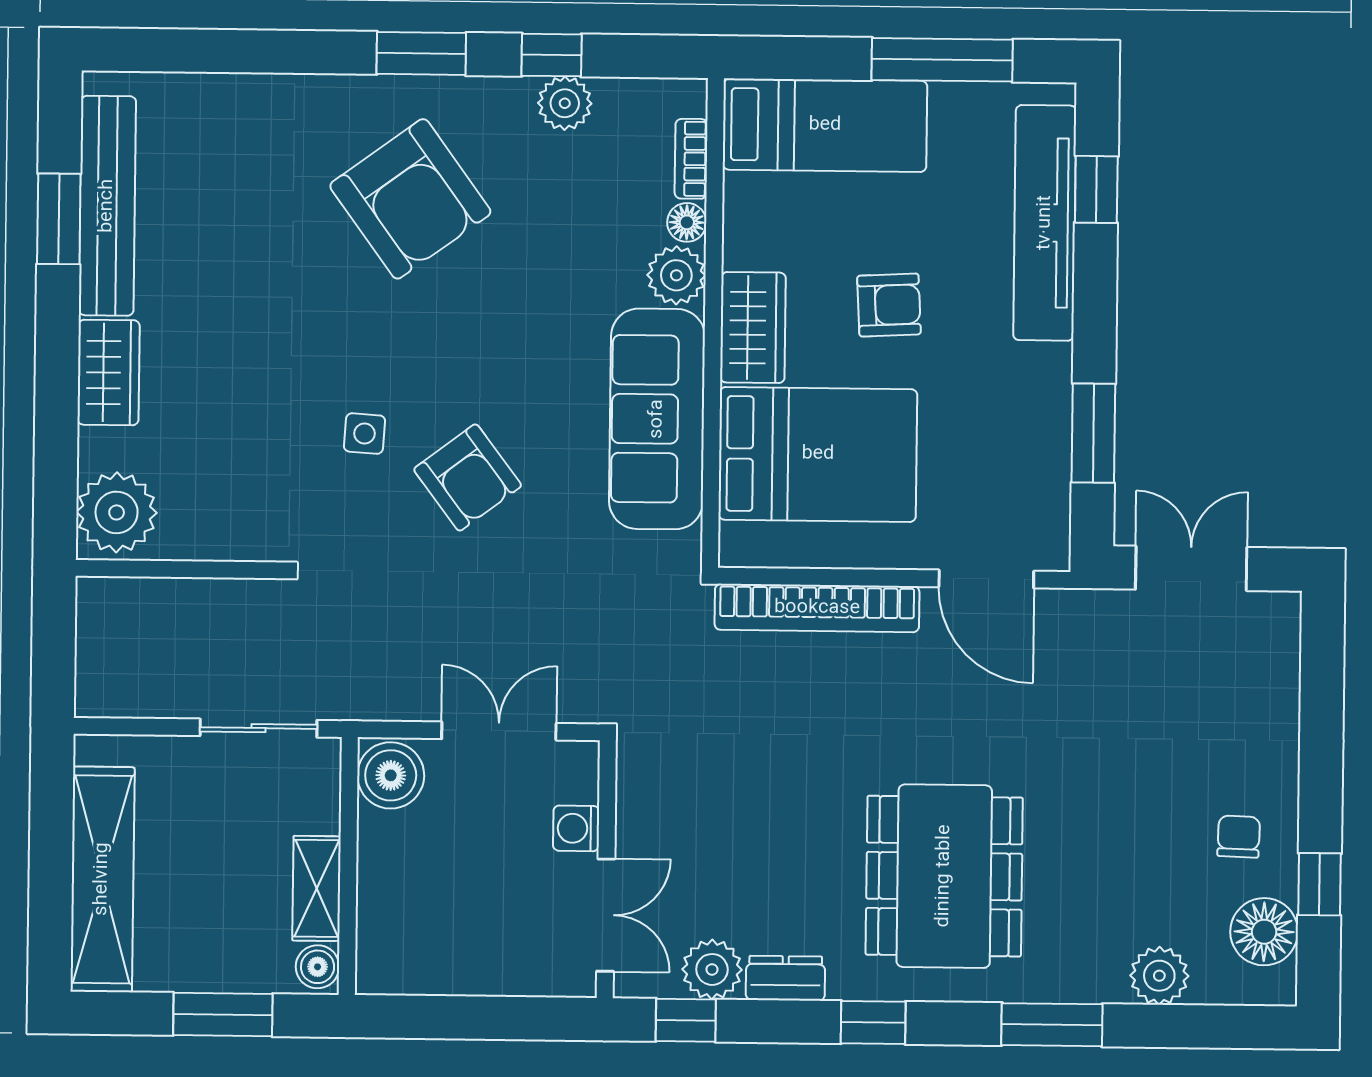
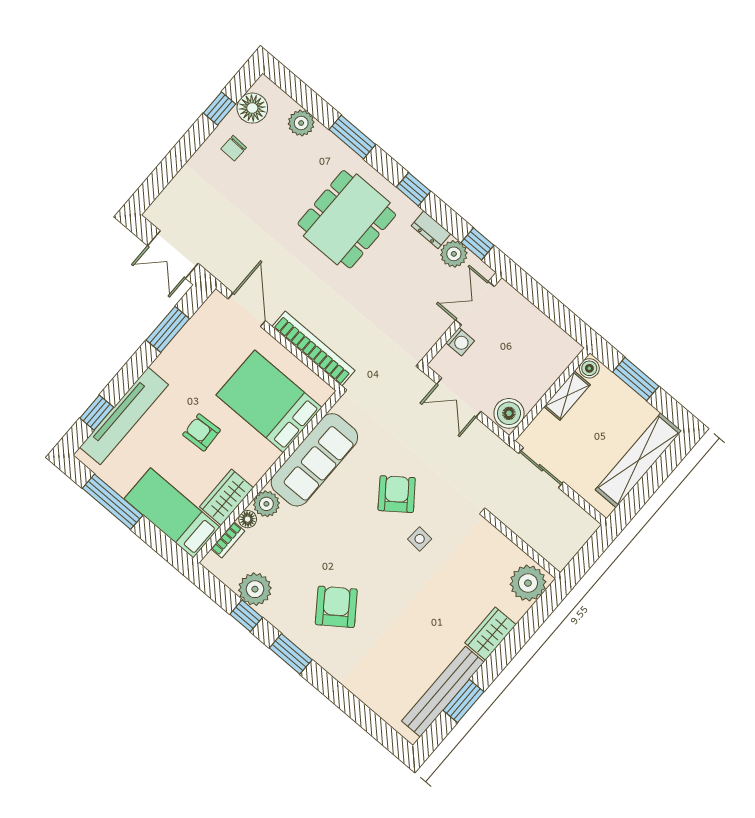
plant: (565, 103) -> (255, 589), width x1.36, depth x1.36
armchair: (410, 199) -> (336, 607), width x0.73, depth x0.73
wardrobe: (753, 328) -> (226, 497), moved

